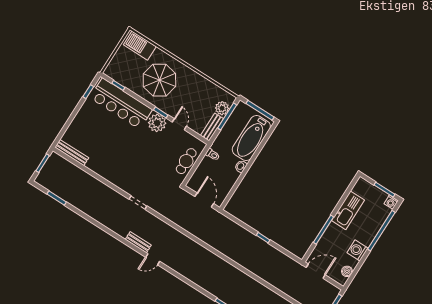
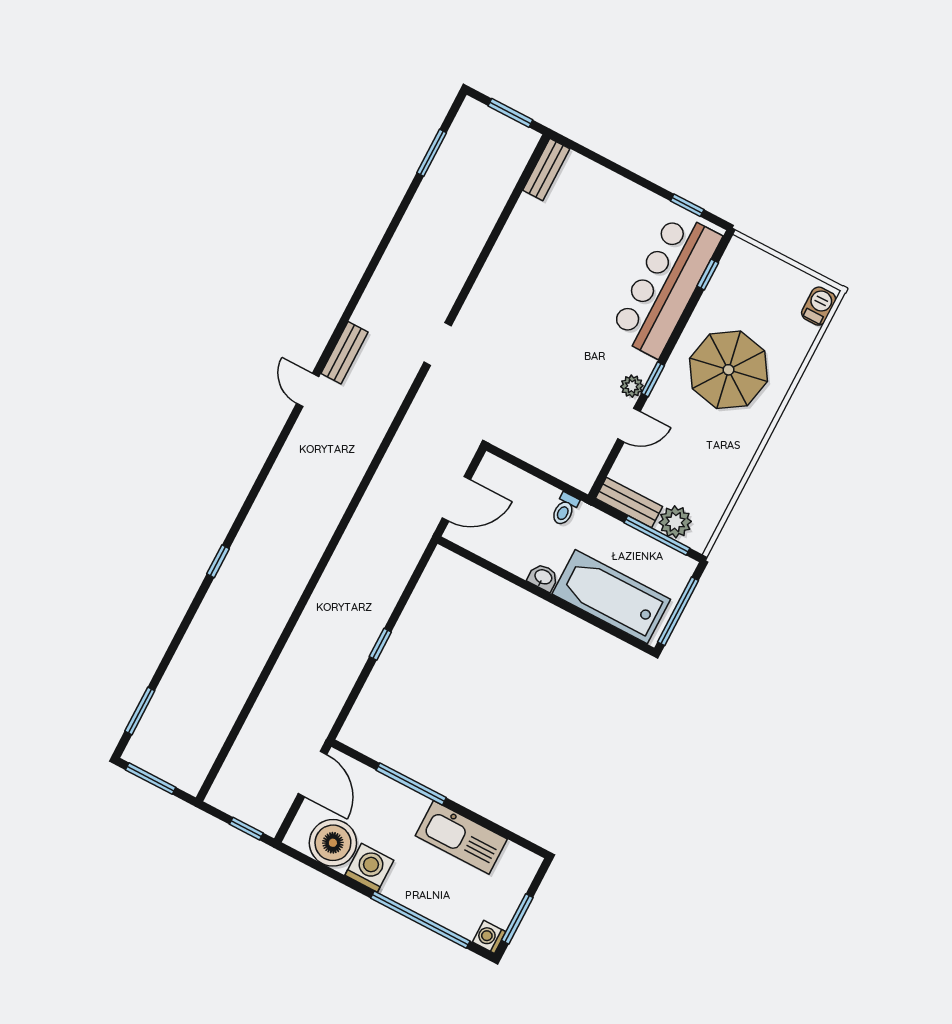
barbecue: (140, 46) -> (819, 306), width x0.53, depth x0.65
plant: (157, 123) -> (632, 386), width x0.53, depth x0.53
bench: (72, 153) -> (546, 170), width x0.73
cafe table: (186, 161) -> (544, 449), removed
boiler: (347, 271) -> (333, 843), width x1.86, depth x1.86

